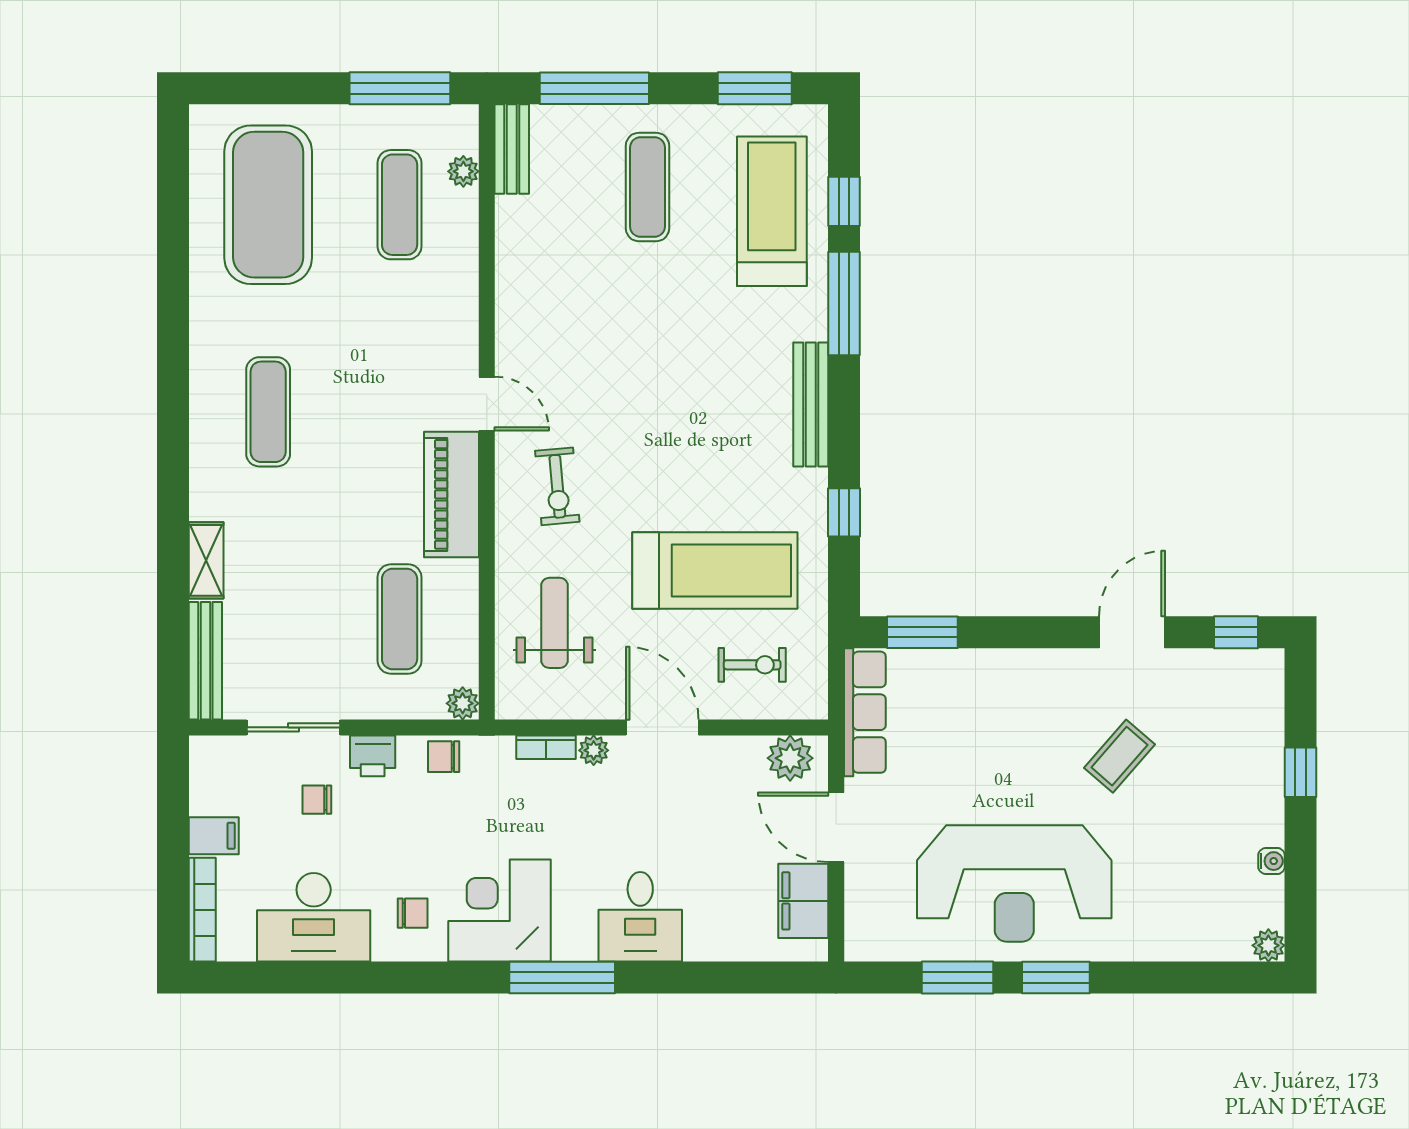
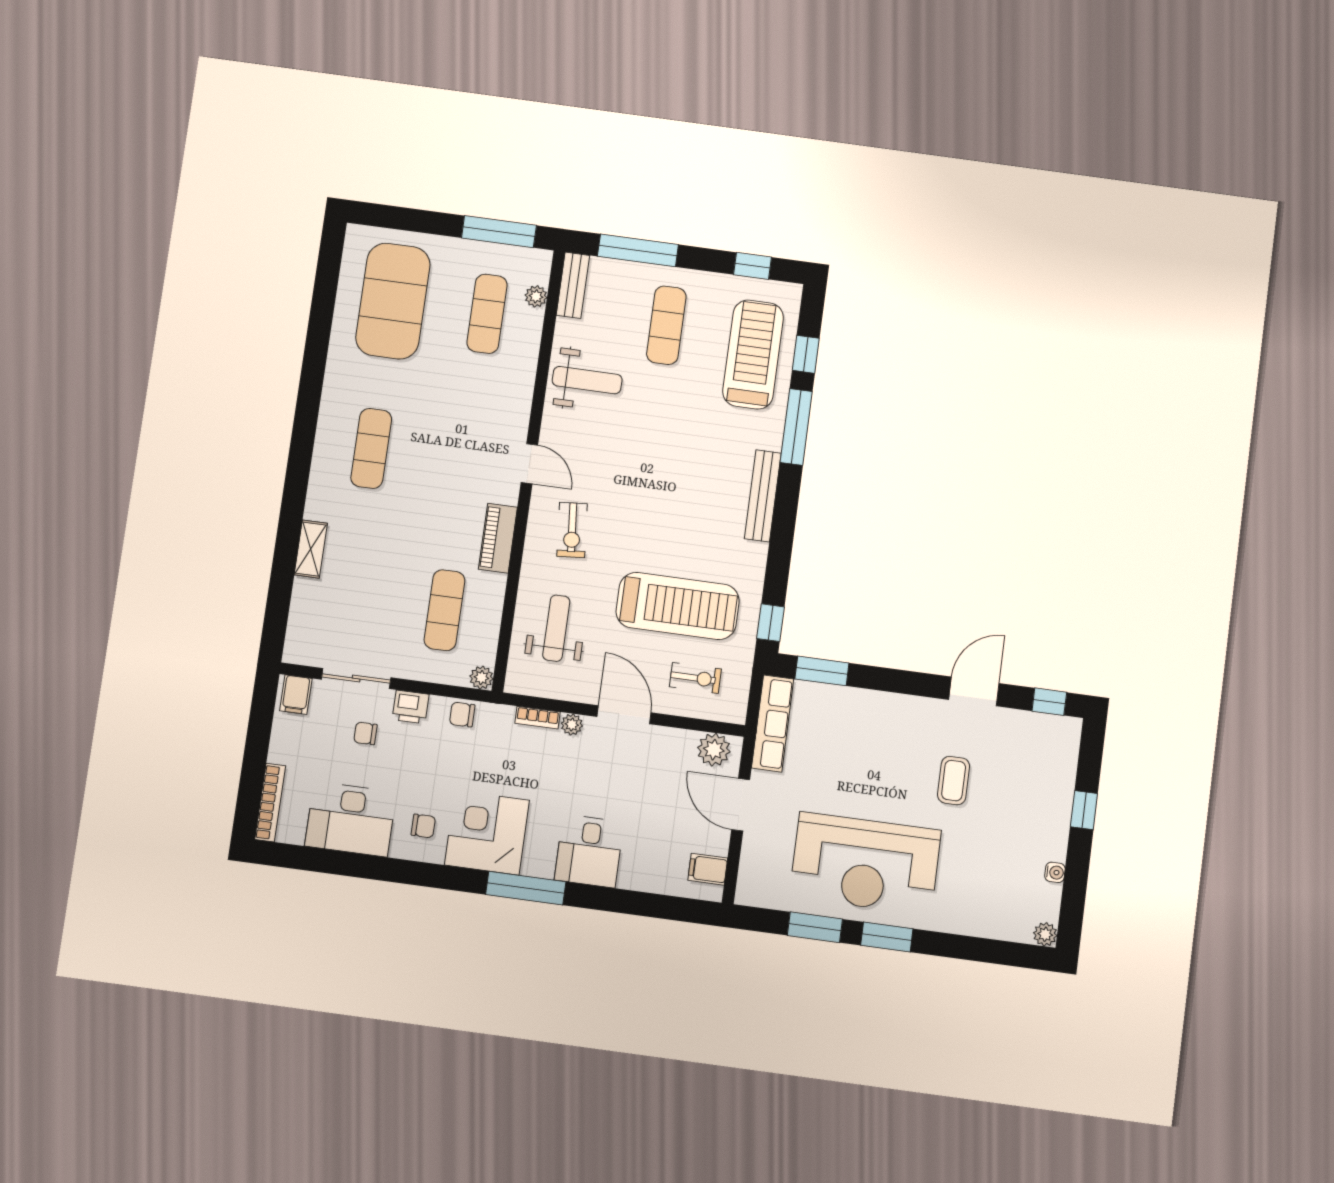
window: (755, 88) -> (753, 266), width x0.67
weight bench: (549, 278) -> (587, 380), added
piano: (451, 494) -> (498, 538), width x0.73, depth x0.75
window: (844, 512) -> (770, 623), moved
bench: (205, 661) -> (299, 621), removed
coffee table: (1119, 756) -> (954, 781), turned -41
filing cabinet: (214, 836) -> (296, 695), moved, turned 90
filing cabinet: (803, 901) -> (708, 869), width x0.50

